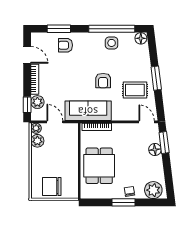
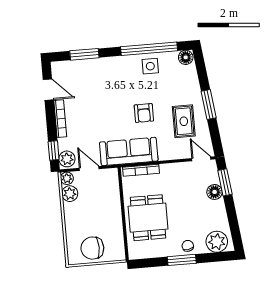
armchair: (65, 45) -> (94, 74), removed
rug: (135, 90) -> (184, 121), turned 90
plant: (37, 102) -> (67, 159), moved

